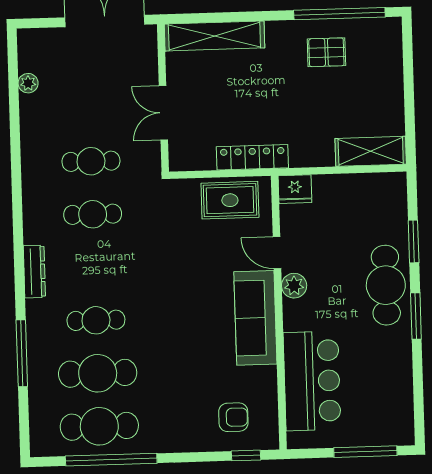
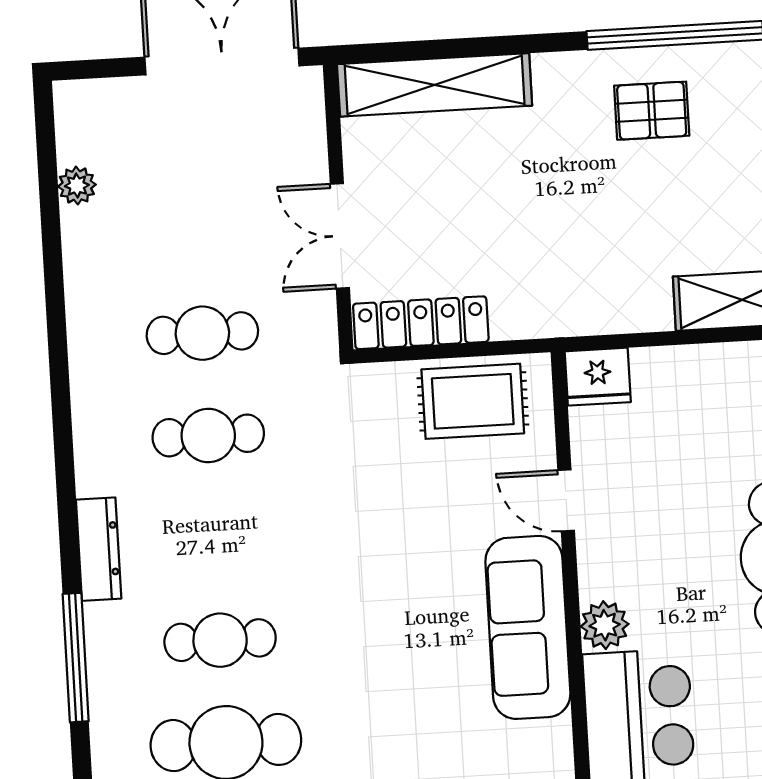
locker: (252, 157) -> (421, 323), moved
plant: (294, 286) -> (605, 625), moved
window: (22, 353) -> (76, 658), moved

